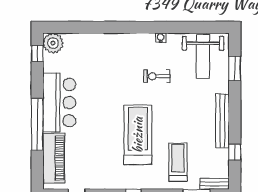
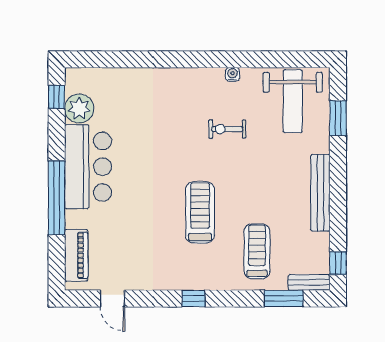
plant: (53, 43) -> (79, 108), moved
treadmill: (138, 135) -> (200, 212), width x0.73, depth x0.73
window: (235, 152) -> (338, 263), moved
piano: (54, 158) -> (76, 255), width x0.73, depth x0.75

